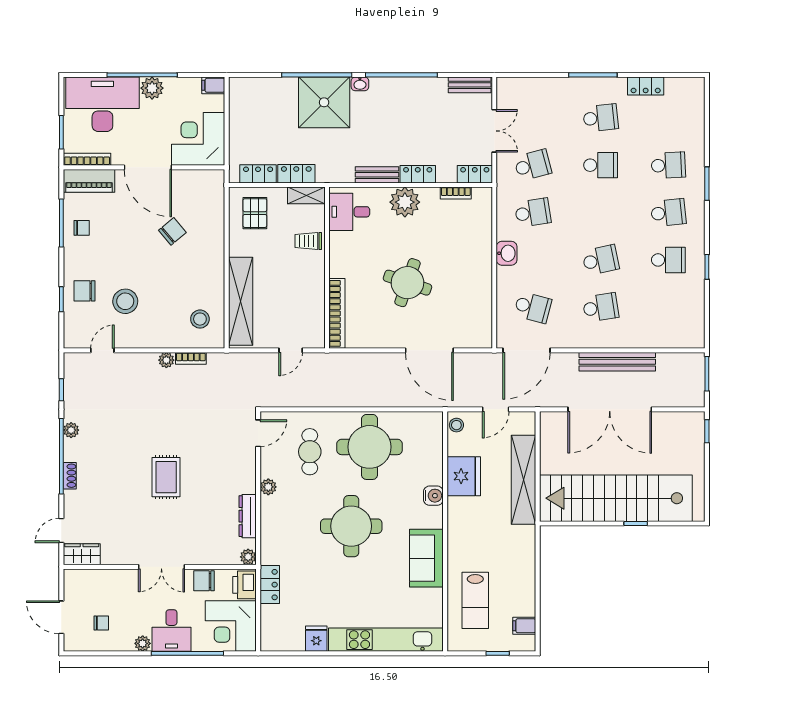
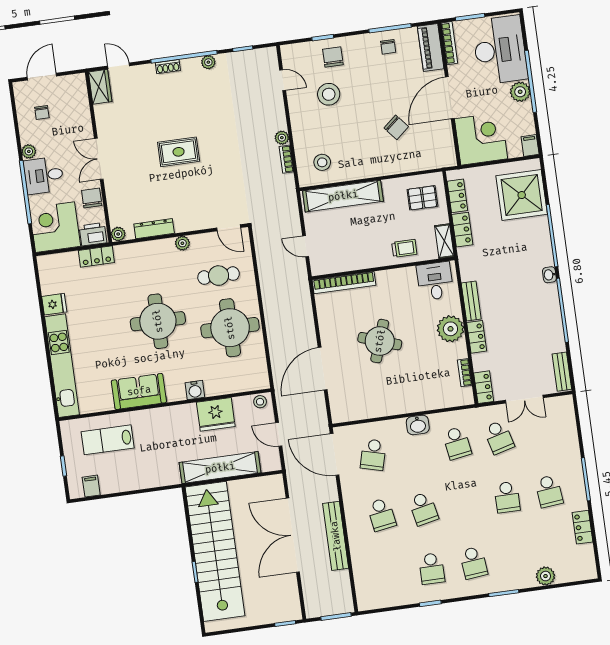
shower: (324, 102) -> (522, 195), moved
plant: (694, 135) -> (545, 576), added
school desk: (668, 165) -> (515, 557), removed
trolley: (308, 241) -> (404, 248), turned 90

